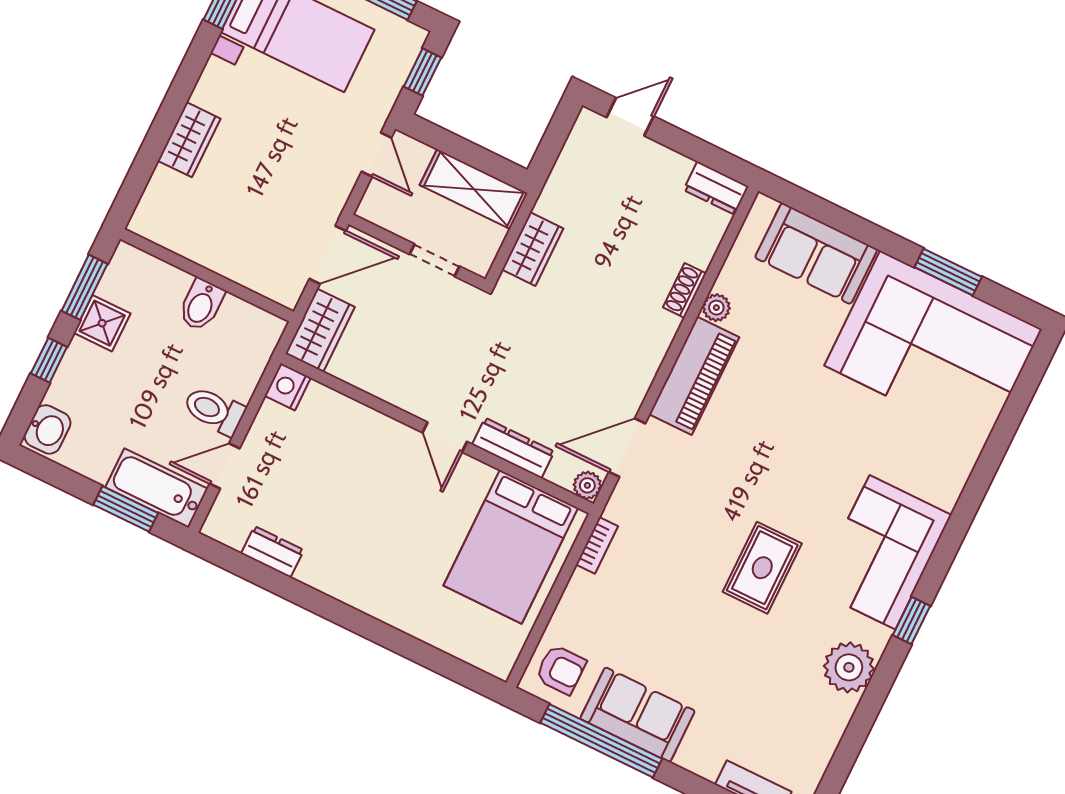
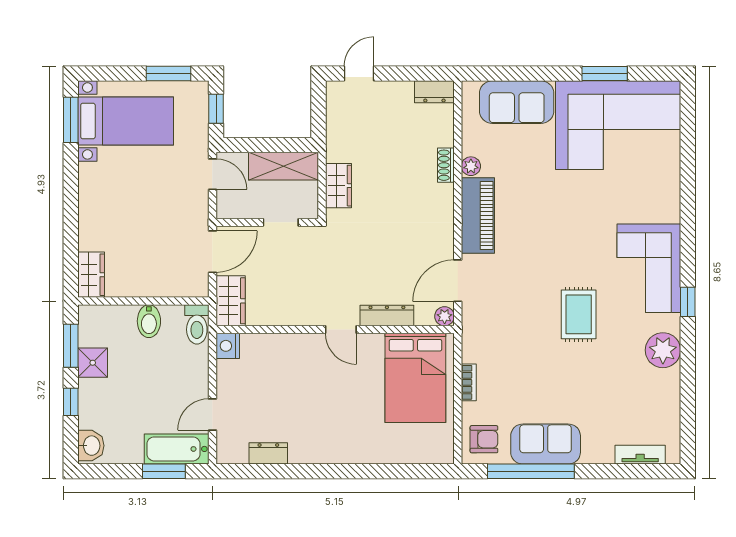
wardrobe: (189, 140) -> (91, 275), moved
toilet: (214, 411) -> (197, 324), moved, turned -90
bookcase: (597, 545) -> (469, 382), moved

